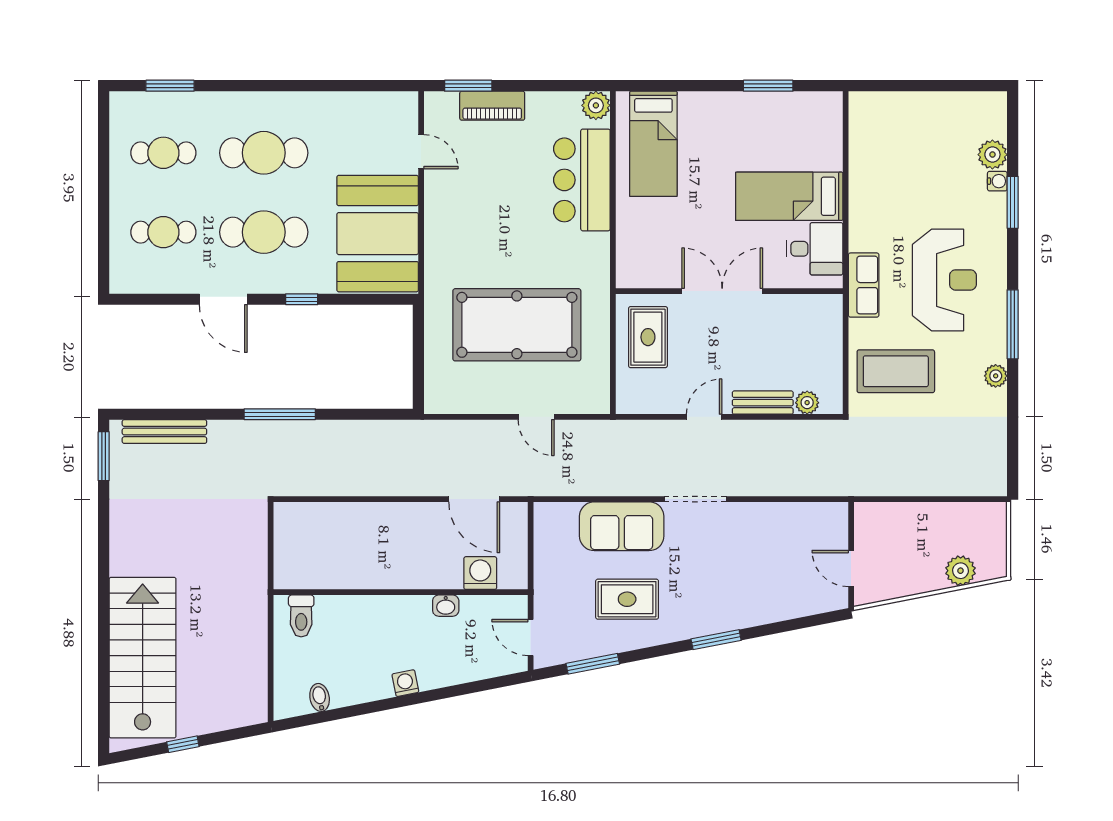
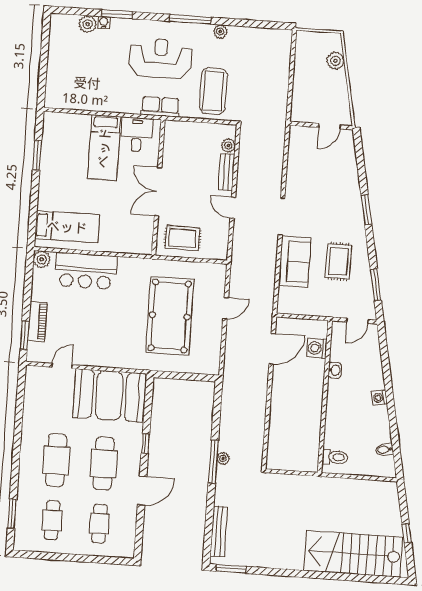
plant: (286, 430) -> (223, 458), added

